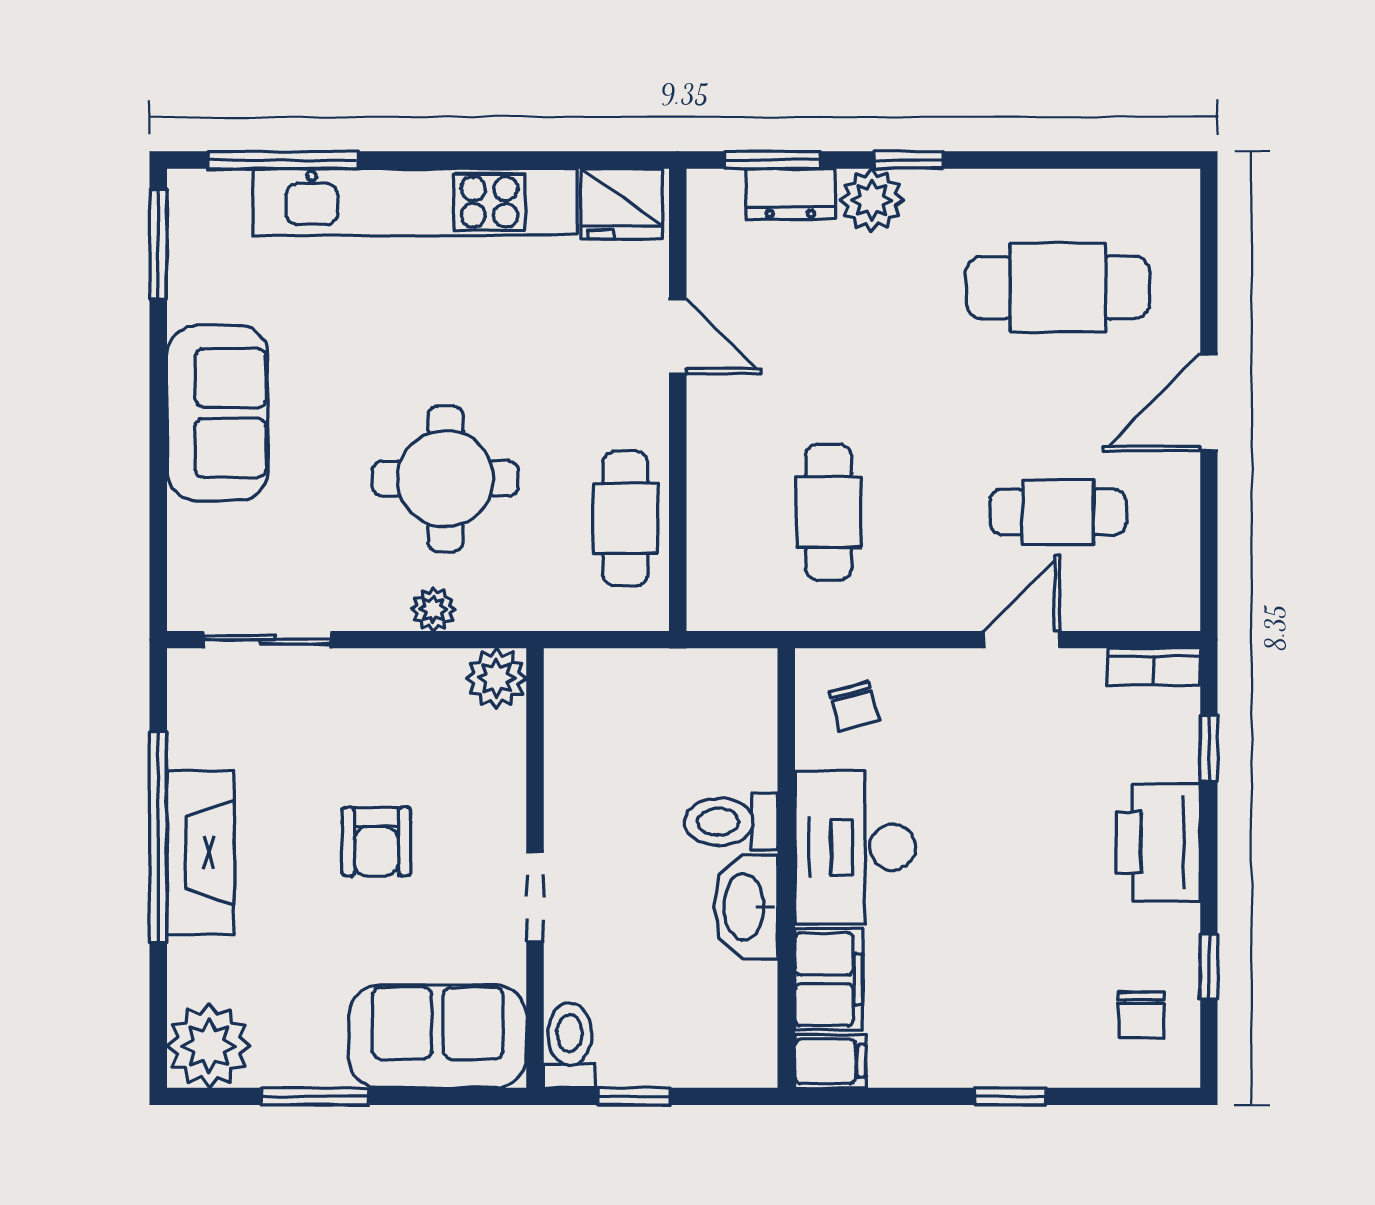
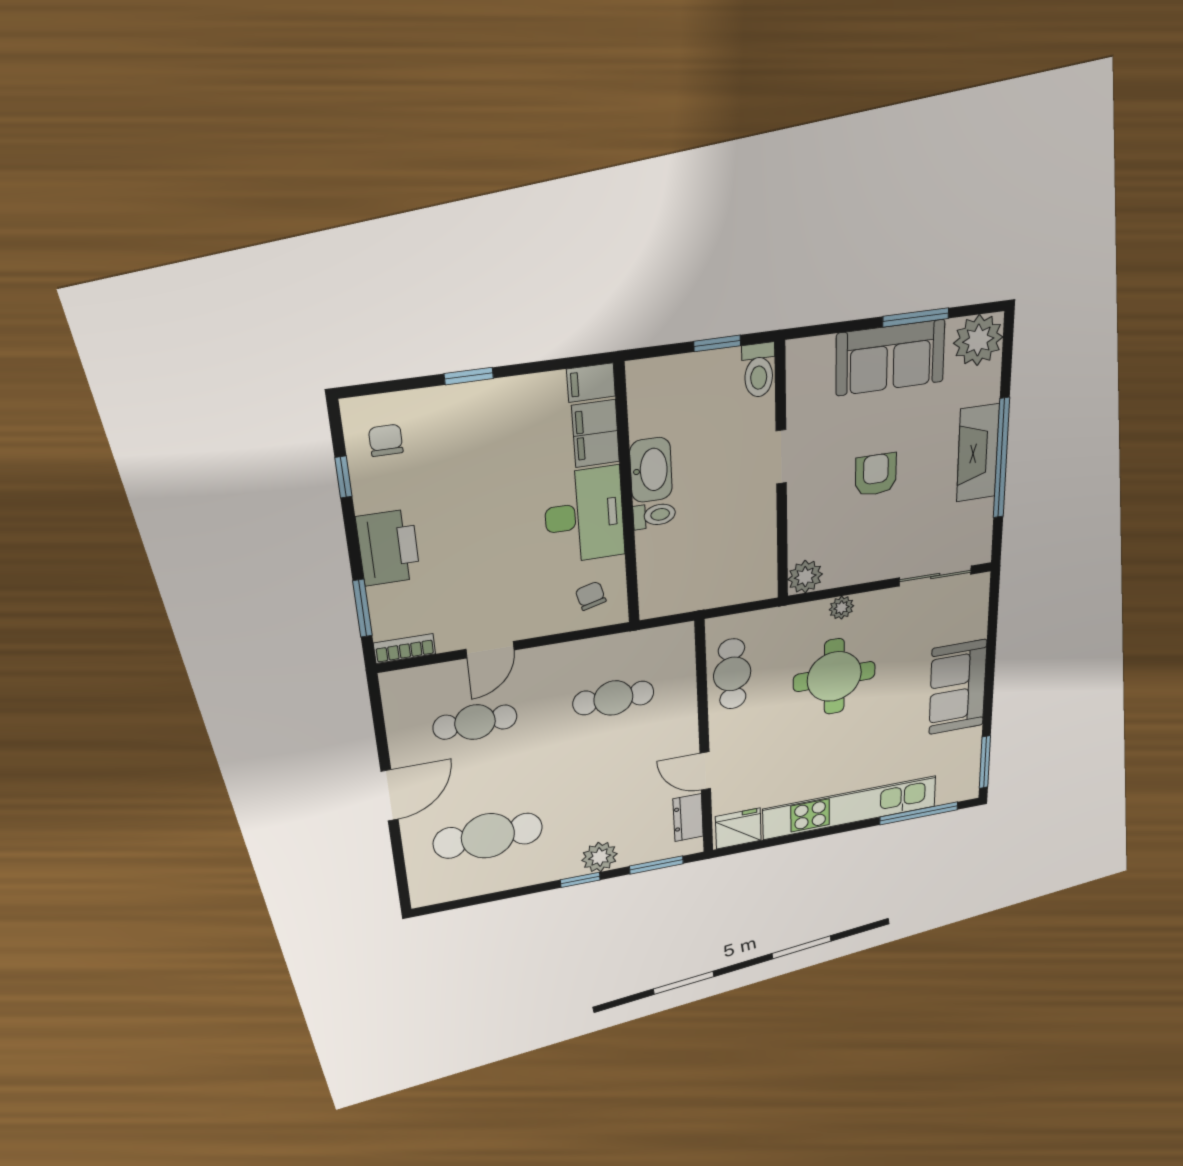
dresser: (790, 194) -> (688, 818), moved, turned -90
cafe table: (829, 512) -> (613, 698), turned 90
window: (1209, 748) -> (362, 608), width x1.50
toilet: (731, 822) -> (654, 515), width x0.73, depth x0.72
sofa: (438, 1036) -> (890, 358), moved

